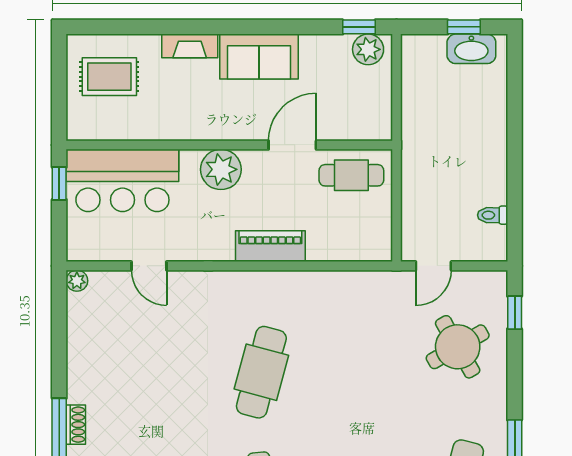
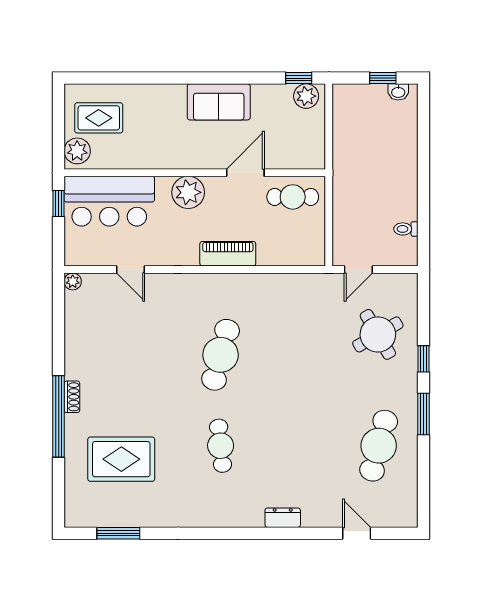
fireplace: (190, 46) -> (163, 93), removed
washbasin: (471, 49) -> (398, 92), width x0.52, depth x0.69
plant: (82, 118) -> (77, 151), added
window: (515, 313) -> (423, 359), moved

